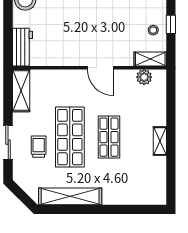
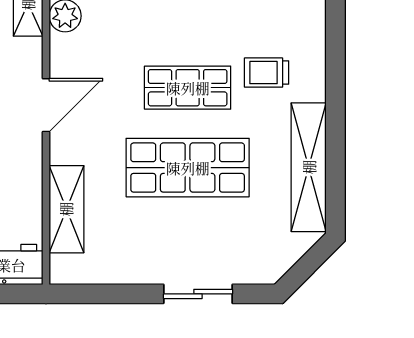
shelving: (21, 91) -> (66, 209), moved, turned 90
trolley: (39, 147) -> (267, 73), moved

